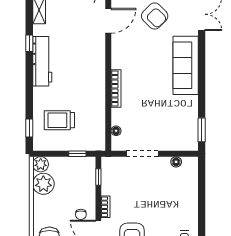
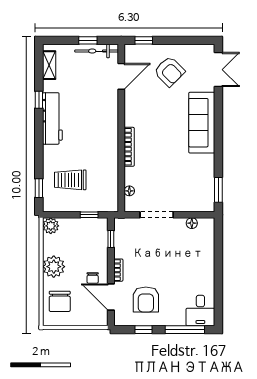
plant: (43, 184) -> (54, 267), moved

